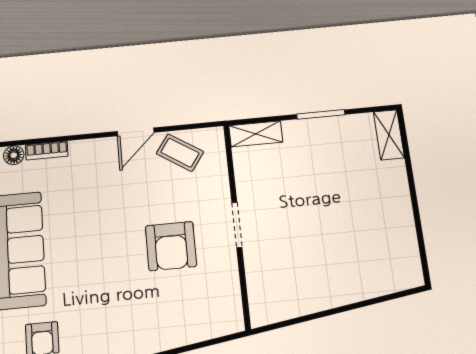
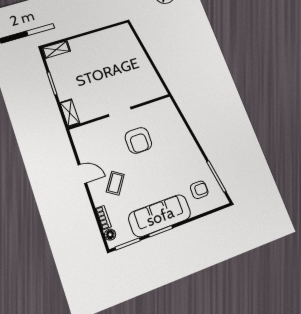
coffee table: (180, 153) -> (115, 183), moved
armchair: (171, 246) -> (138, 140), turned 90

